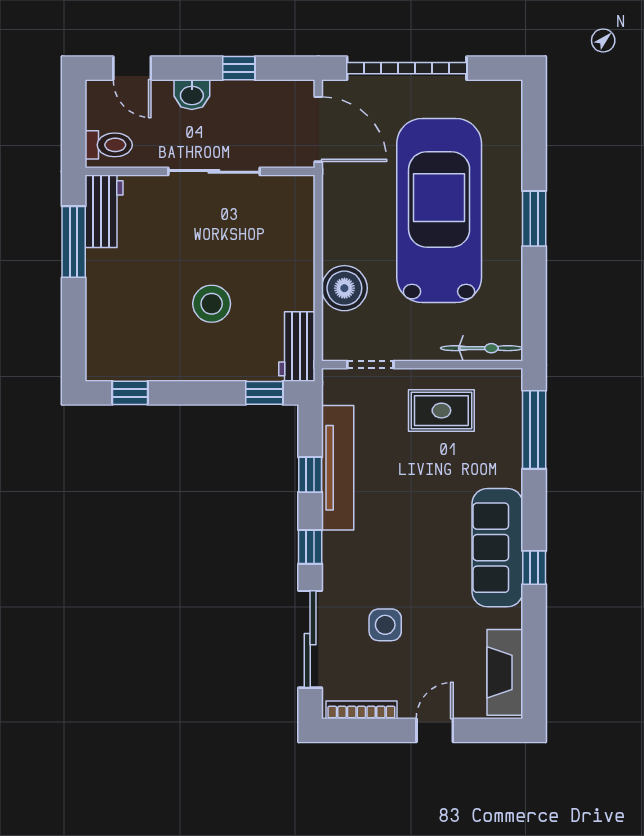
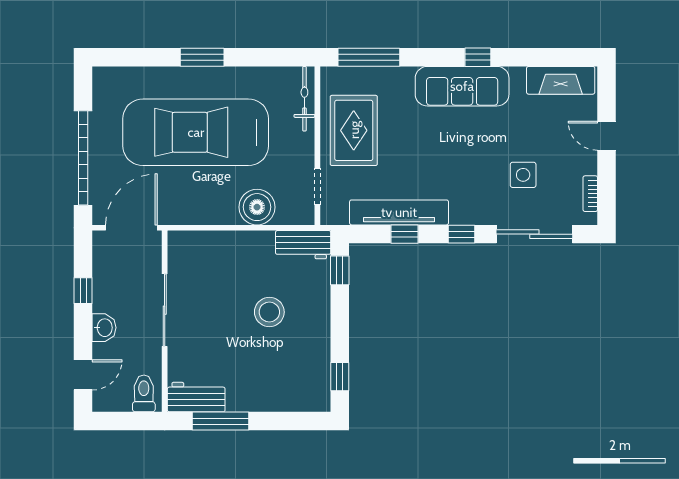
rug: (441, 411) -> (354, 130), width x1.36, depth x1.43
bookcase: (361, 710) -> (590, 194), width x0.64

